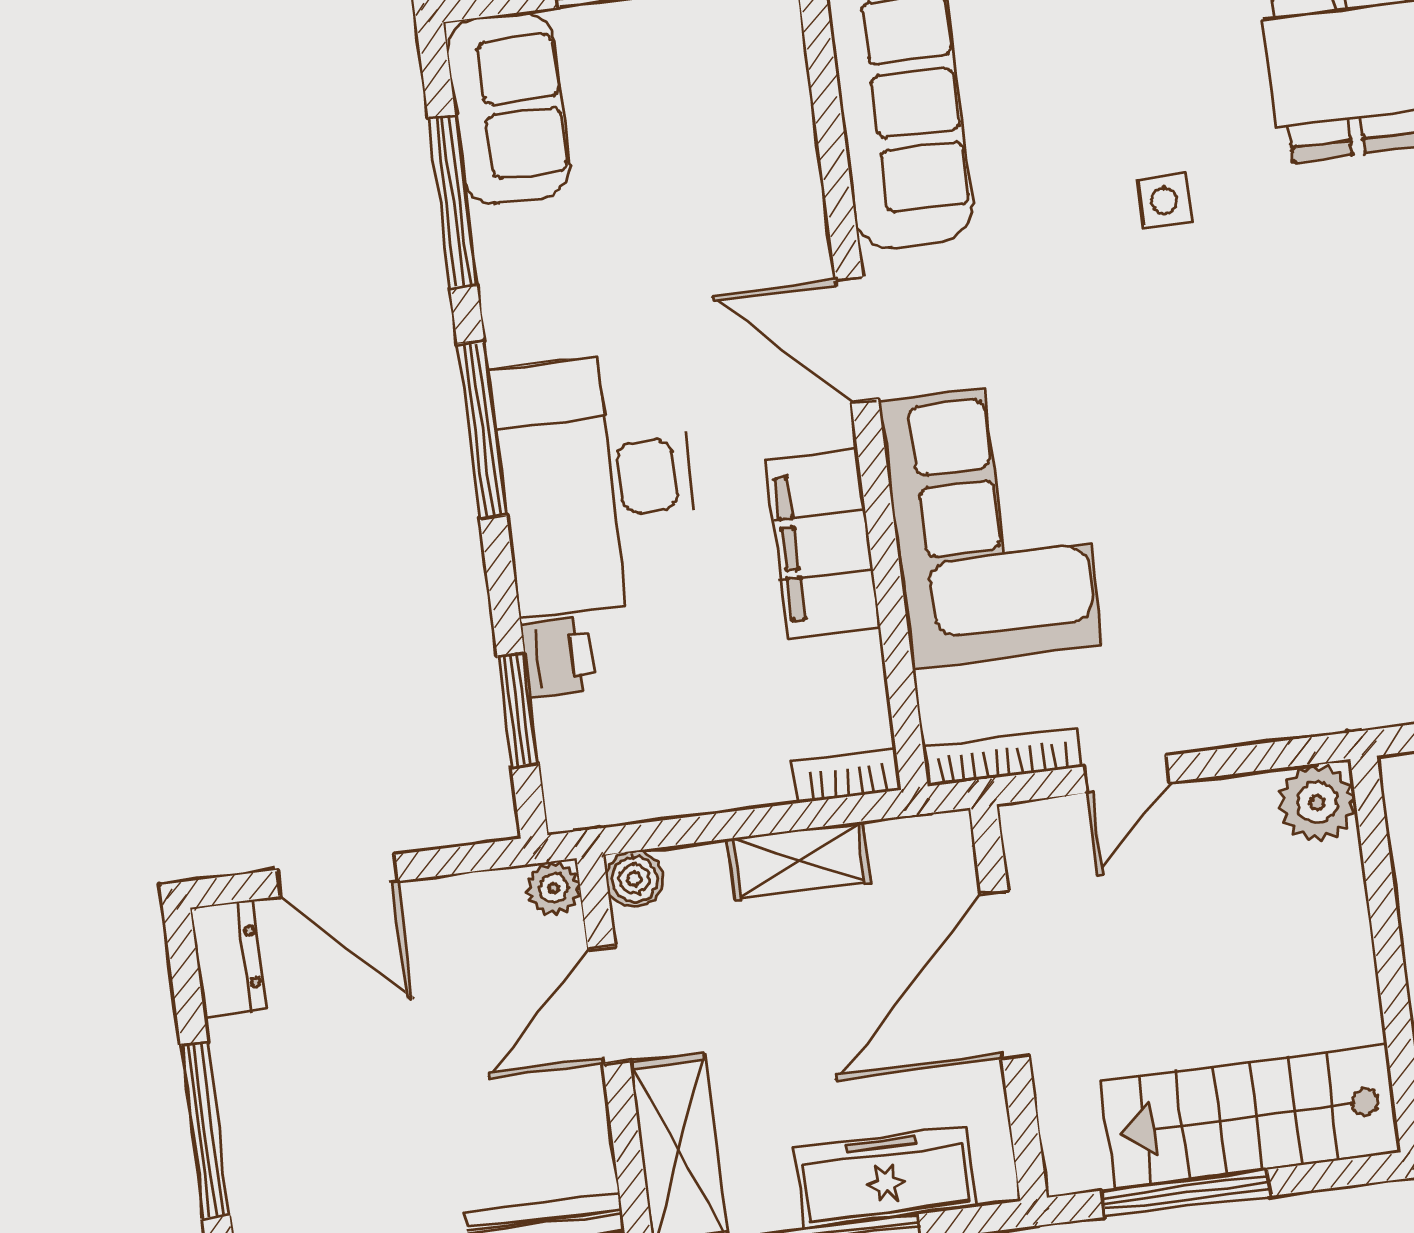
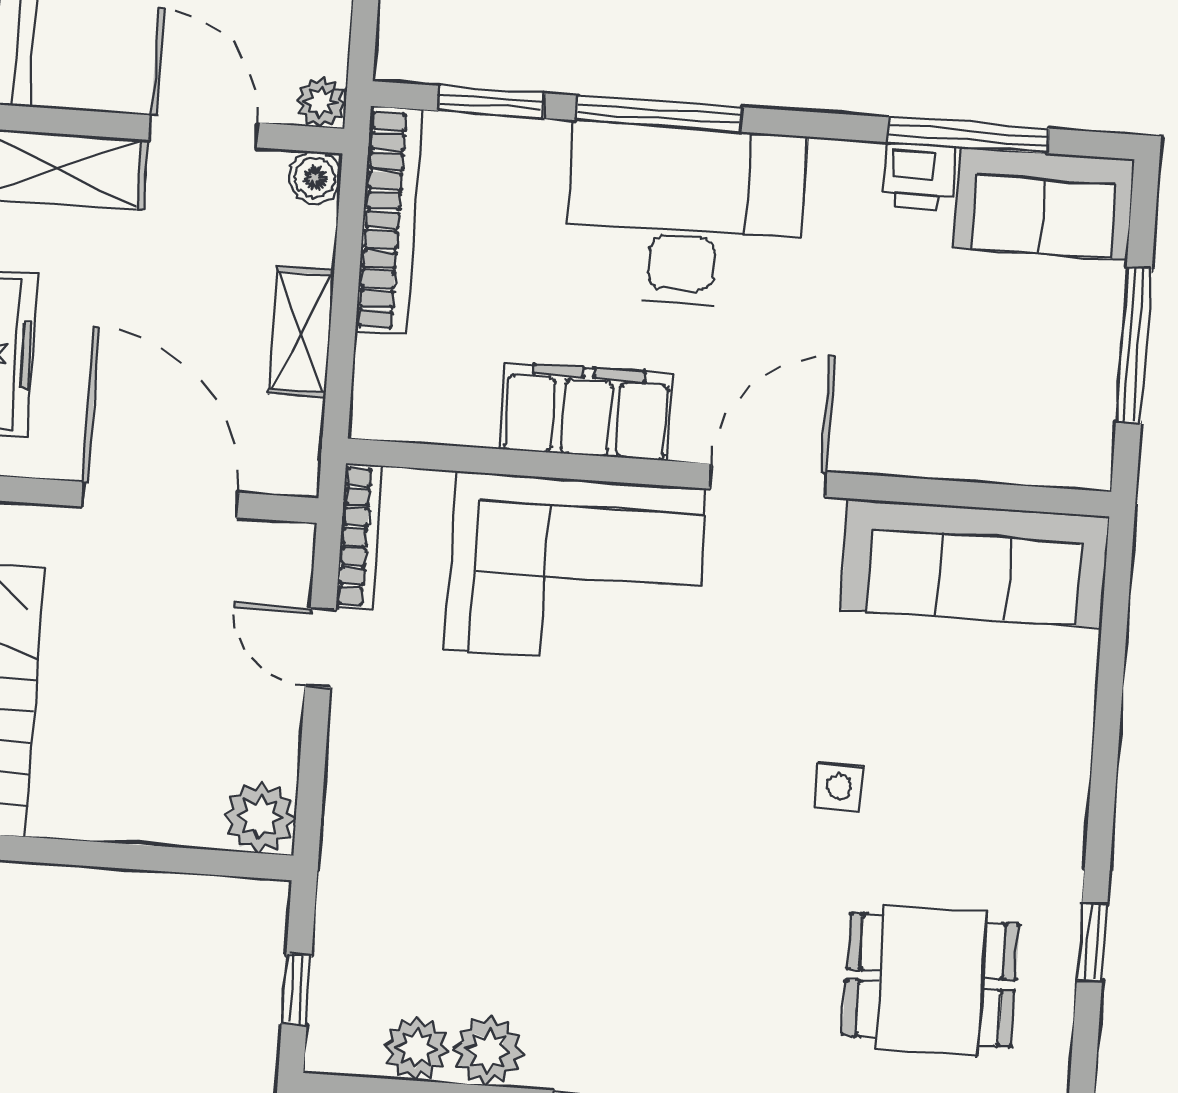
window: (482, 429) -> (659, 114), moved
printer: (558, 657) -> (919, 176), moved
bookcase: (847, 776) -> (388, 220), moved, width x2.31, depth x1.31

